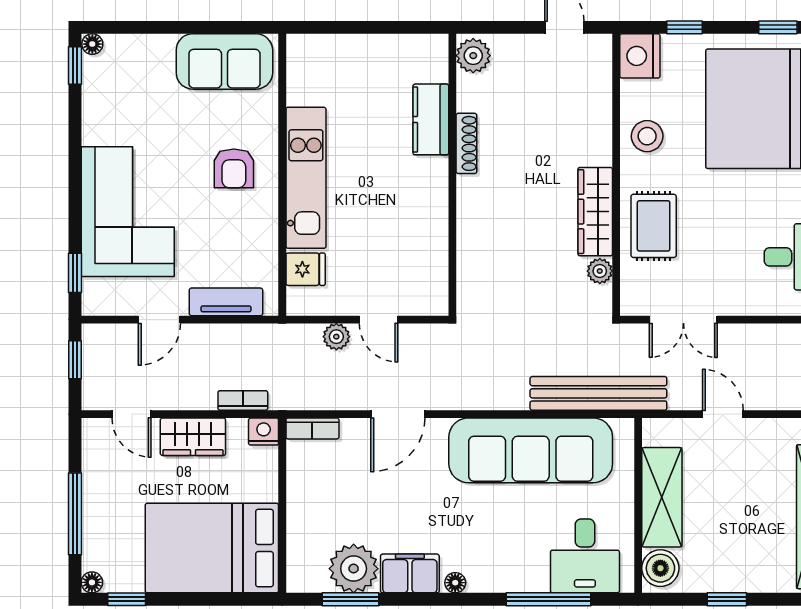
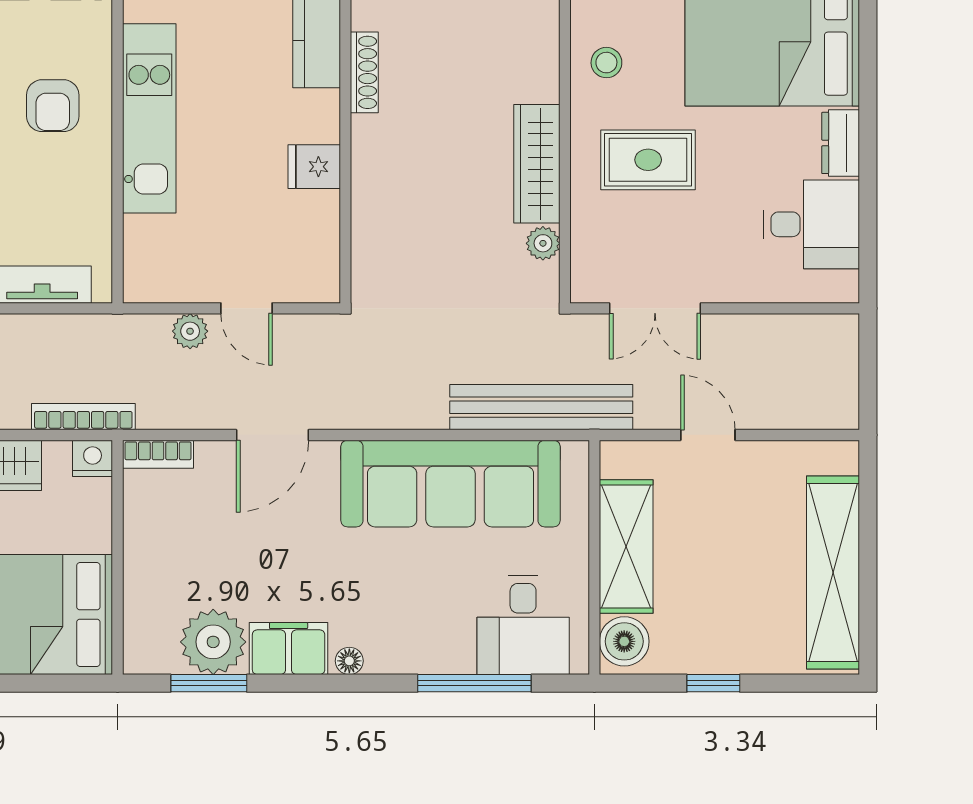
stool: (647, 136) -> (606, 63), width x0.73, depth x0.73
rug: (654, 226) -> (648, 160), moved, turned 90
fridge: (306, 269) -> (314, 167), moved, turned 180
bookcase: (243, 400) -> (83, 417), width x1.56

